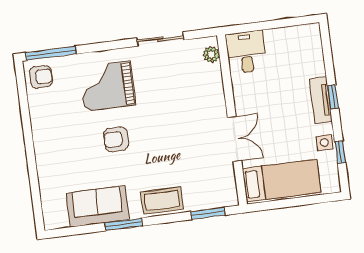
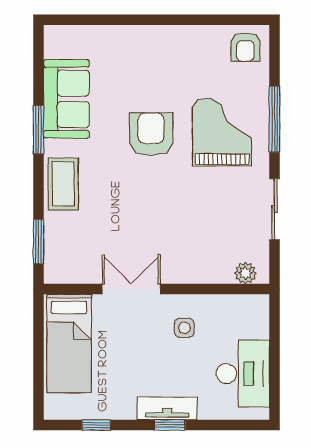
desk: (246, 52) -> (243, 374), moved, width x1.37
window: (51, 53) -> (274, 119), moved
armchair: (116, 139) -> (151, 134), width x1.38, depth x1.38
double door: (235, 139) -> (131, 289), swing flipped
side table: (324, 143) -> (184, 328), moved

